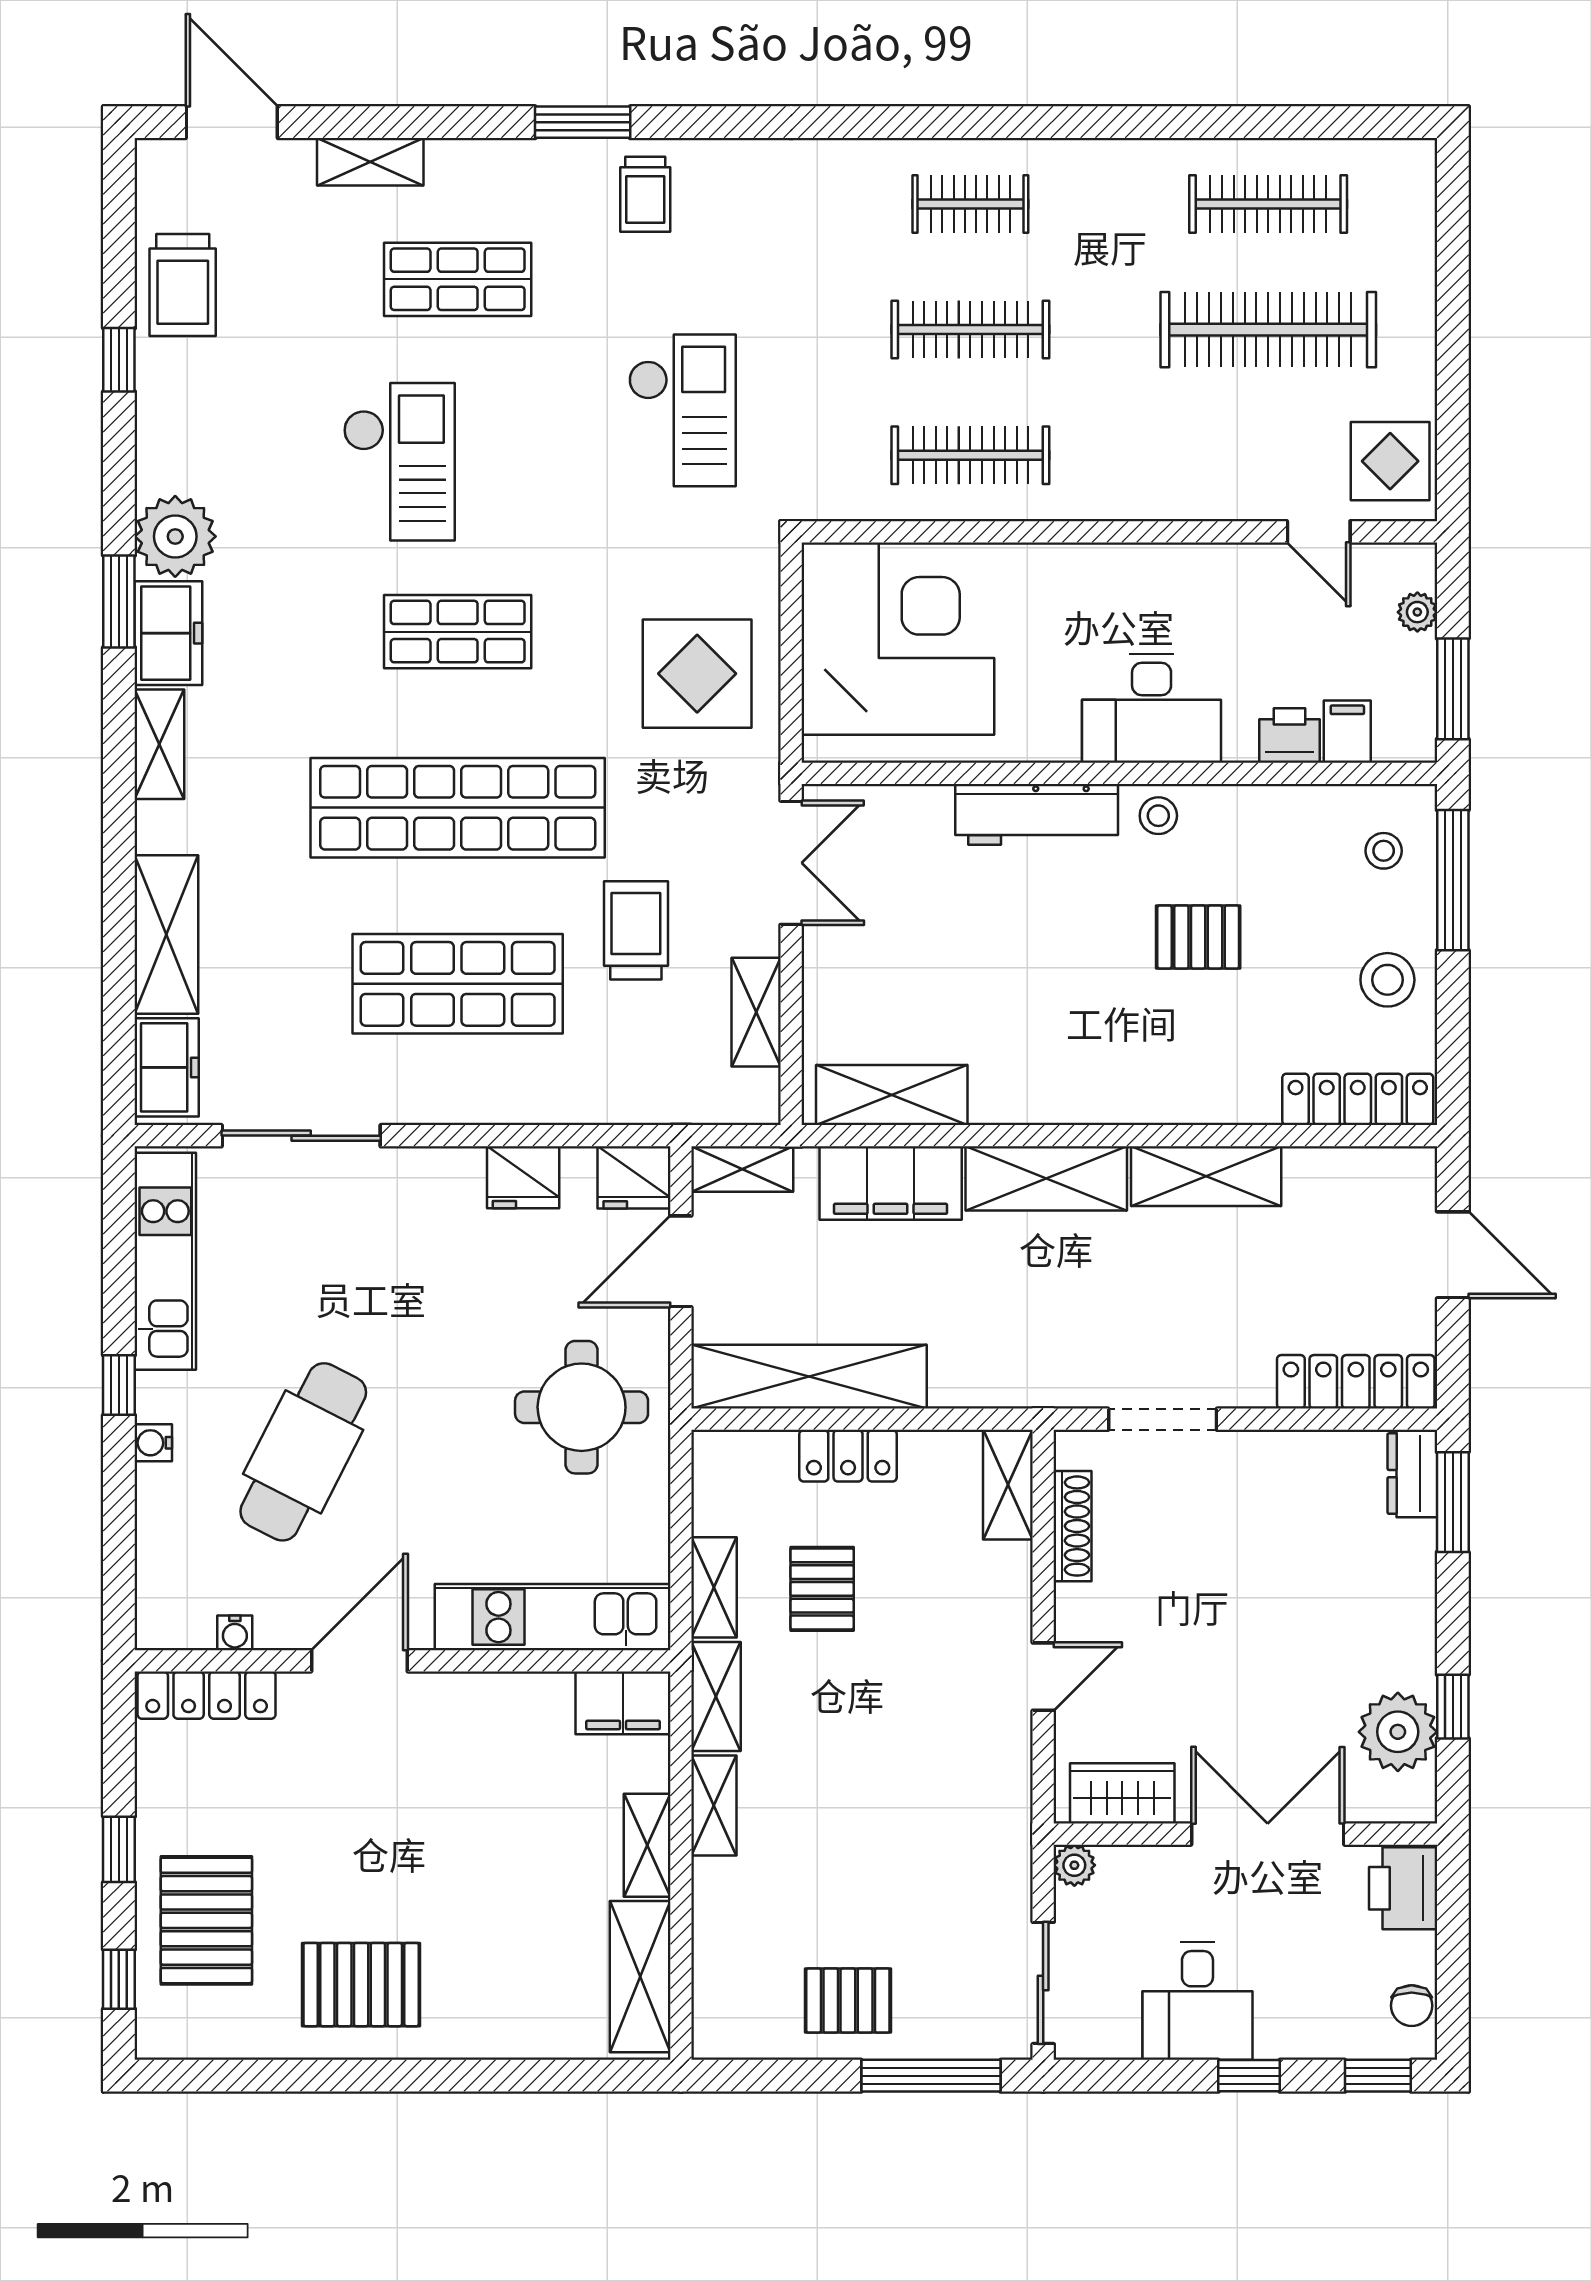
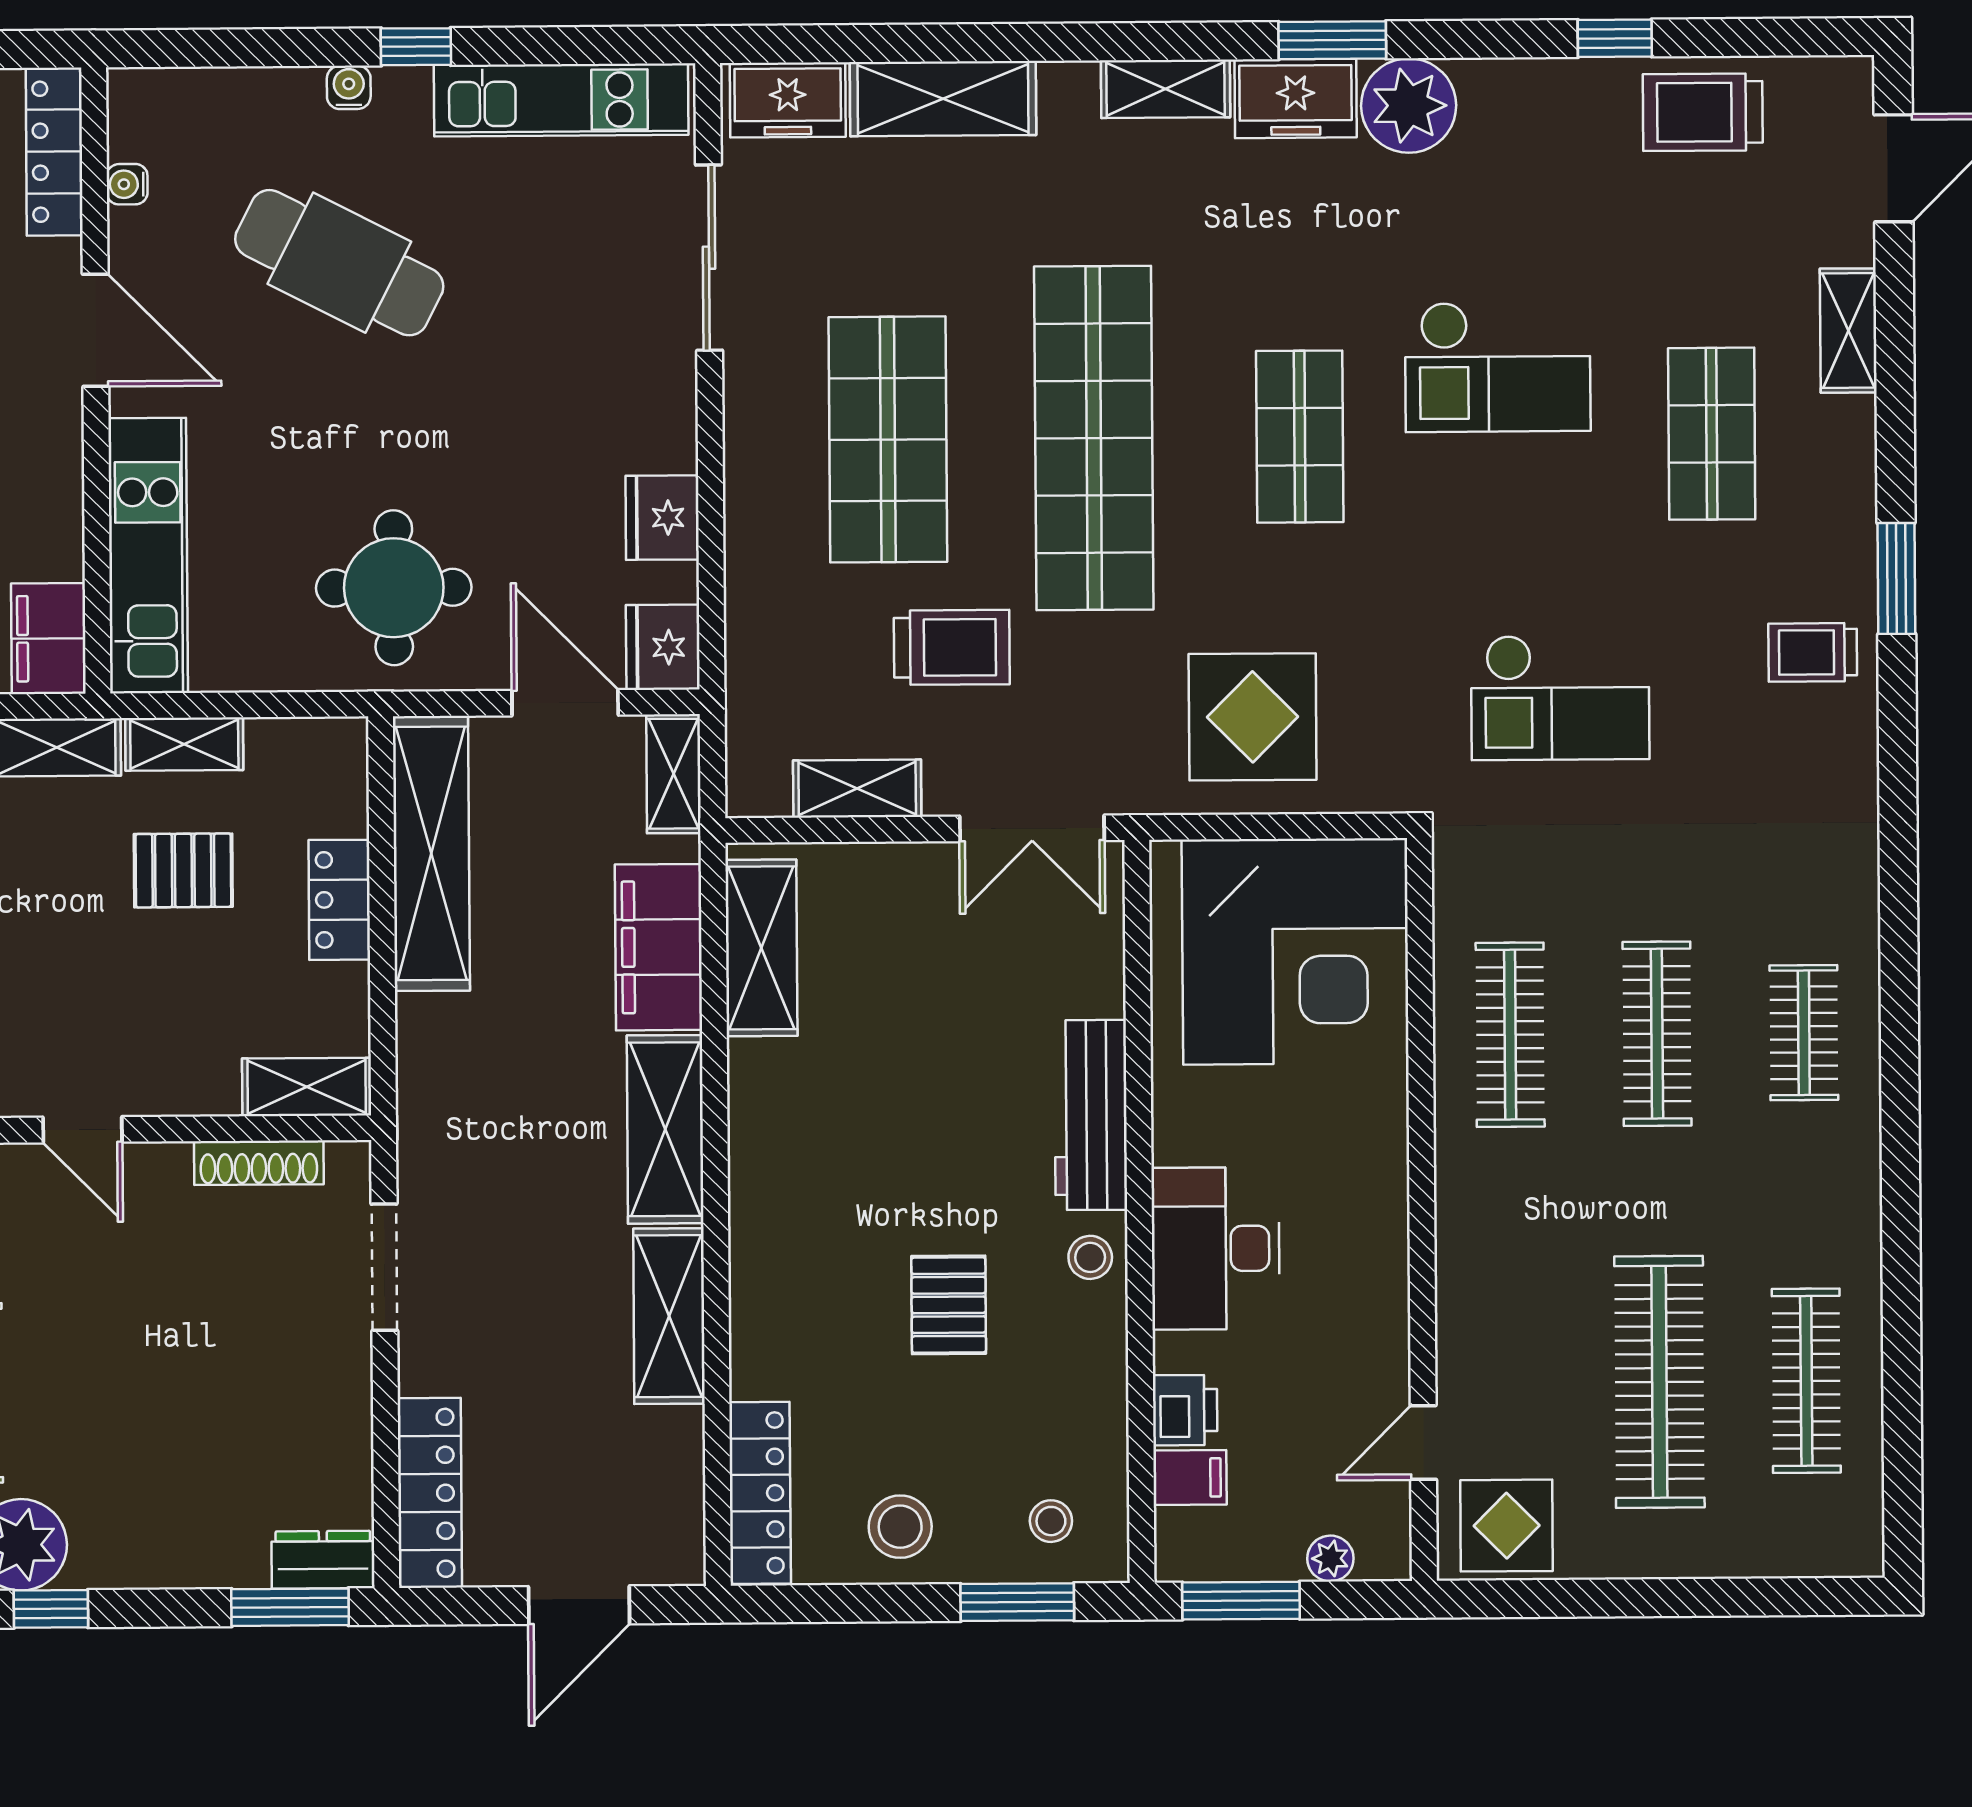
window: (1453, 880) -> (1017, 1602), width x0.69

